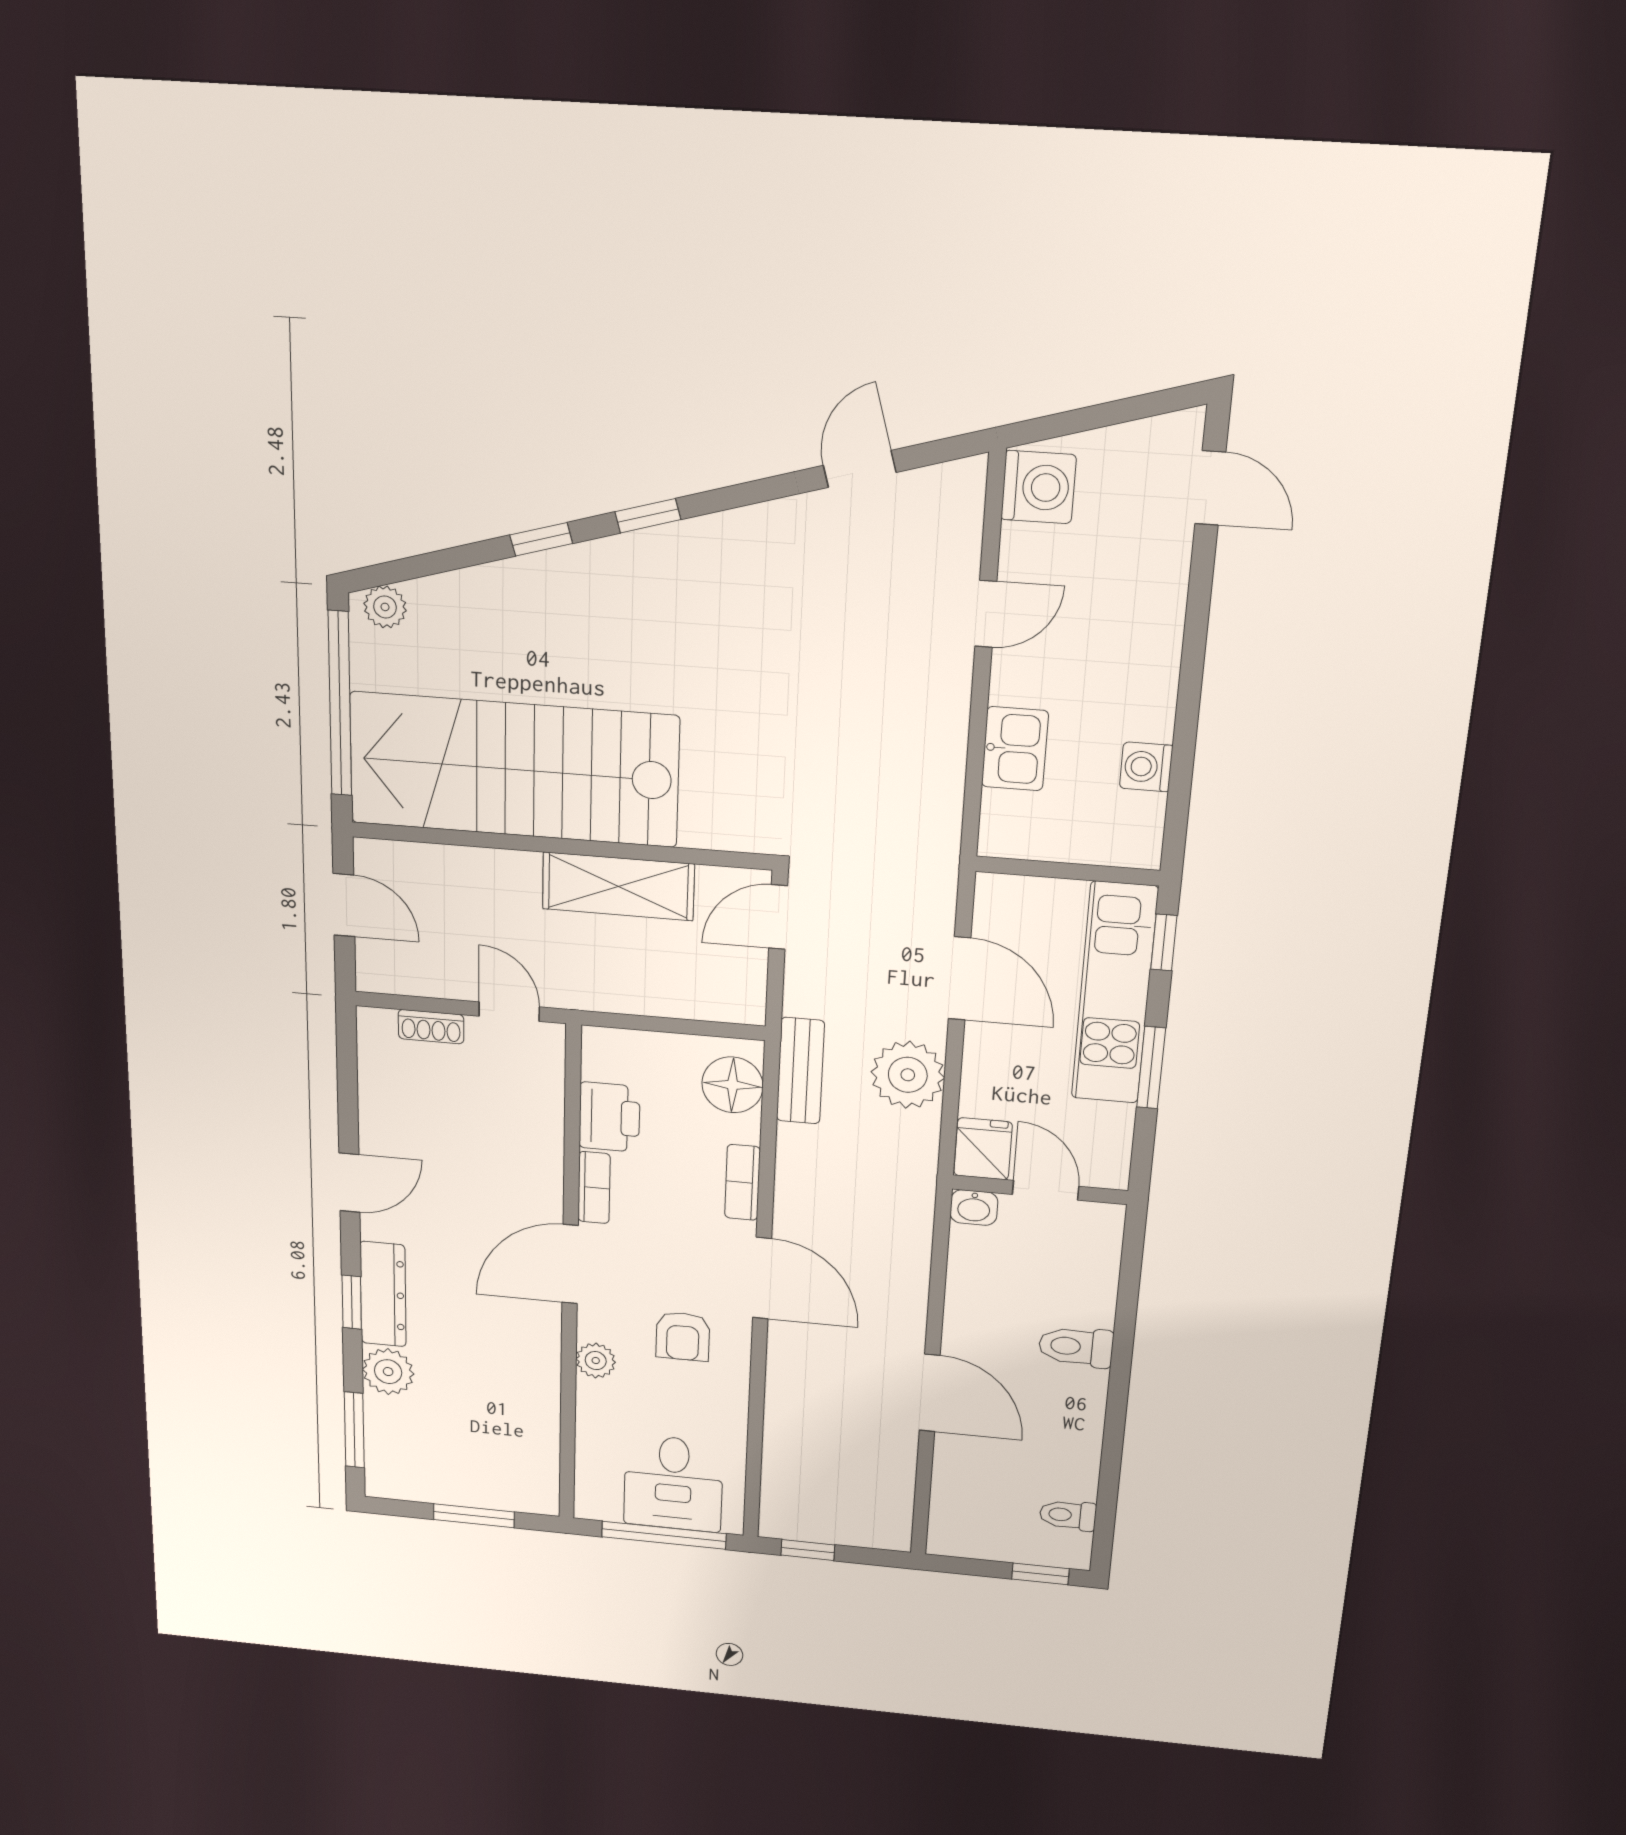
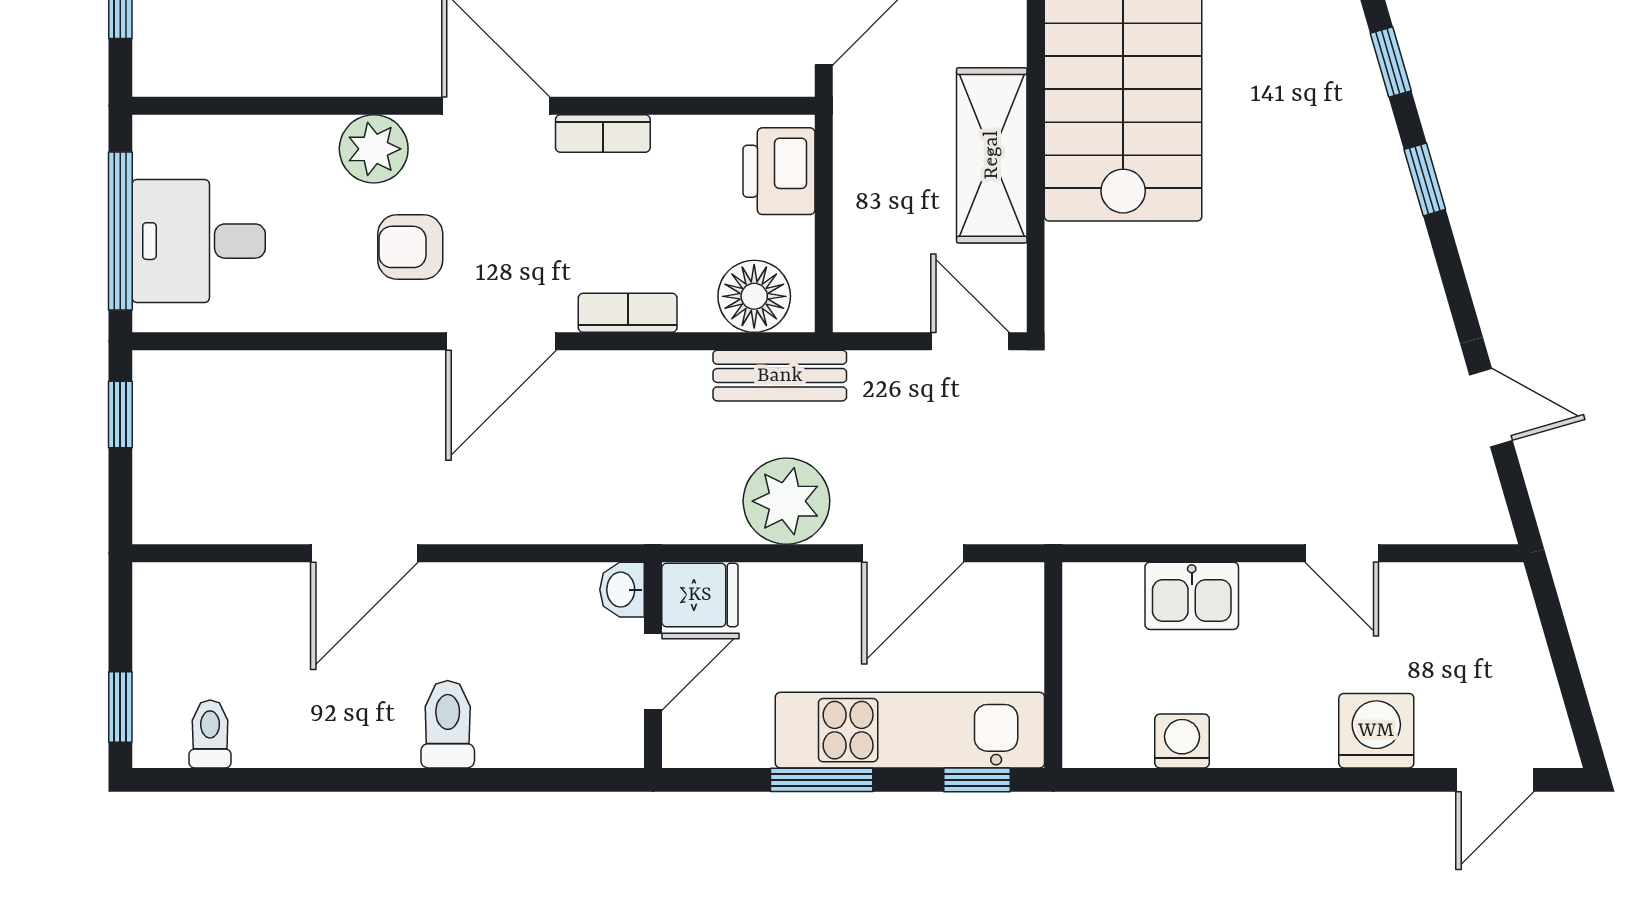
washing machine: (1039, 487) -> (1376, 731), moved, turned 180
printer: (609, 1117) -> (779, 171), moved, turned 90
plant: (596, 1361) -> (374, 149), width x1.38, depth x1.38

